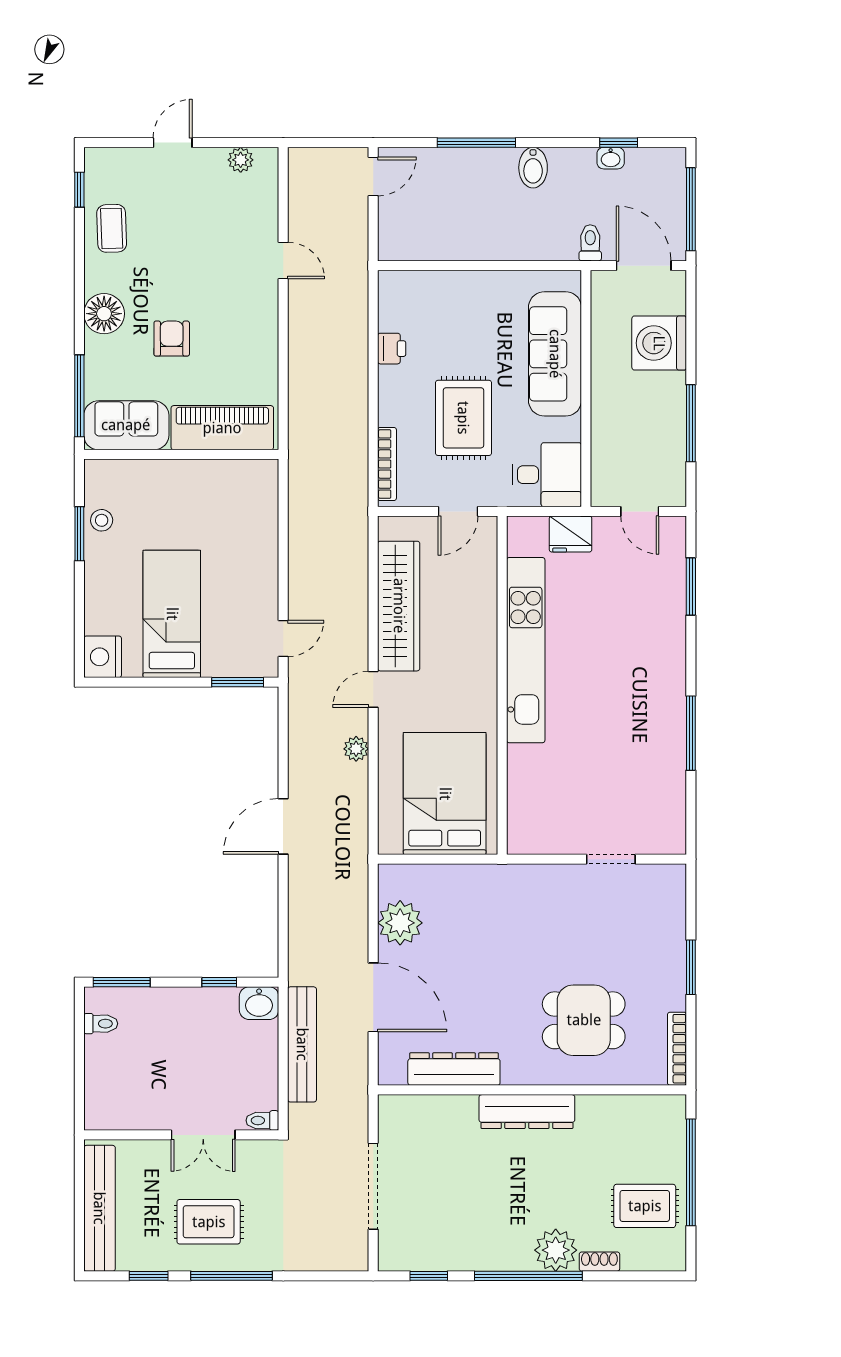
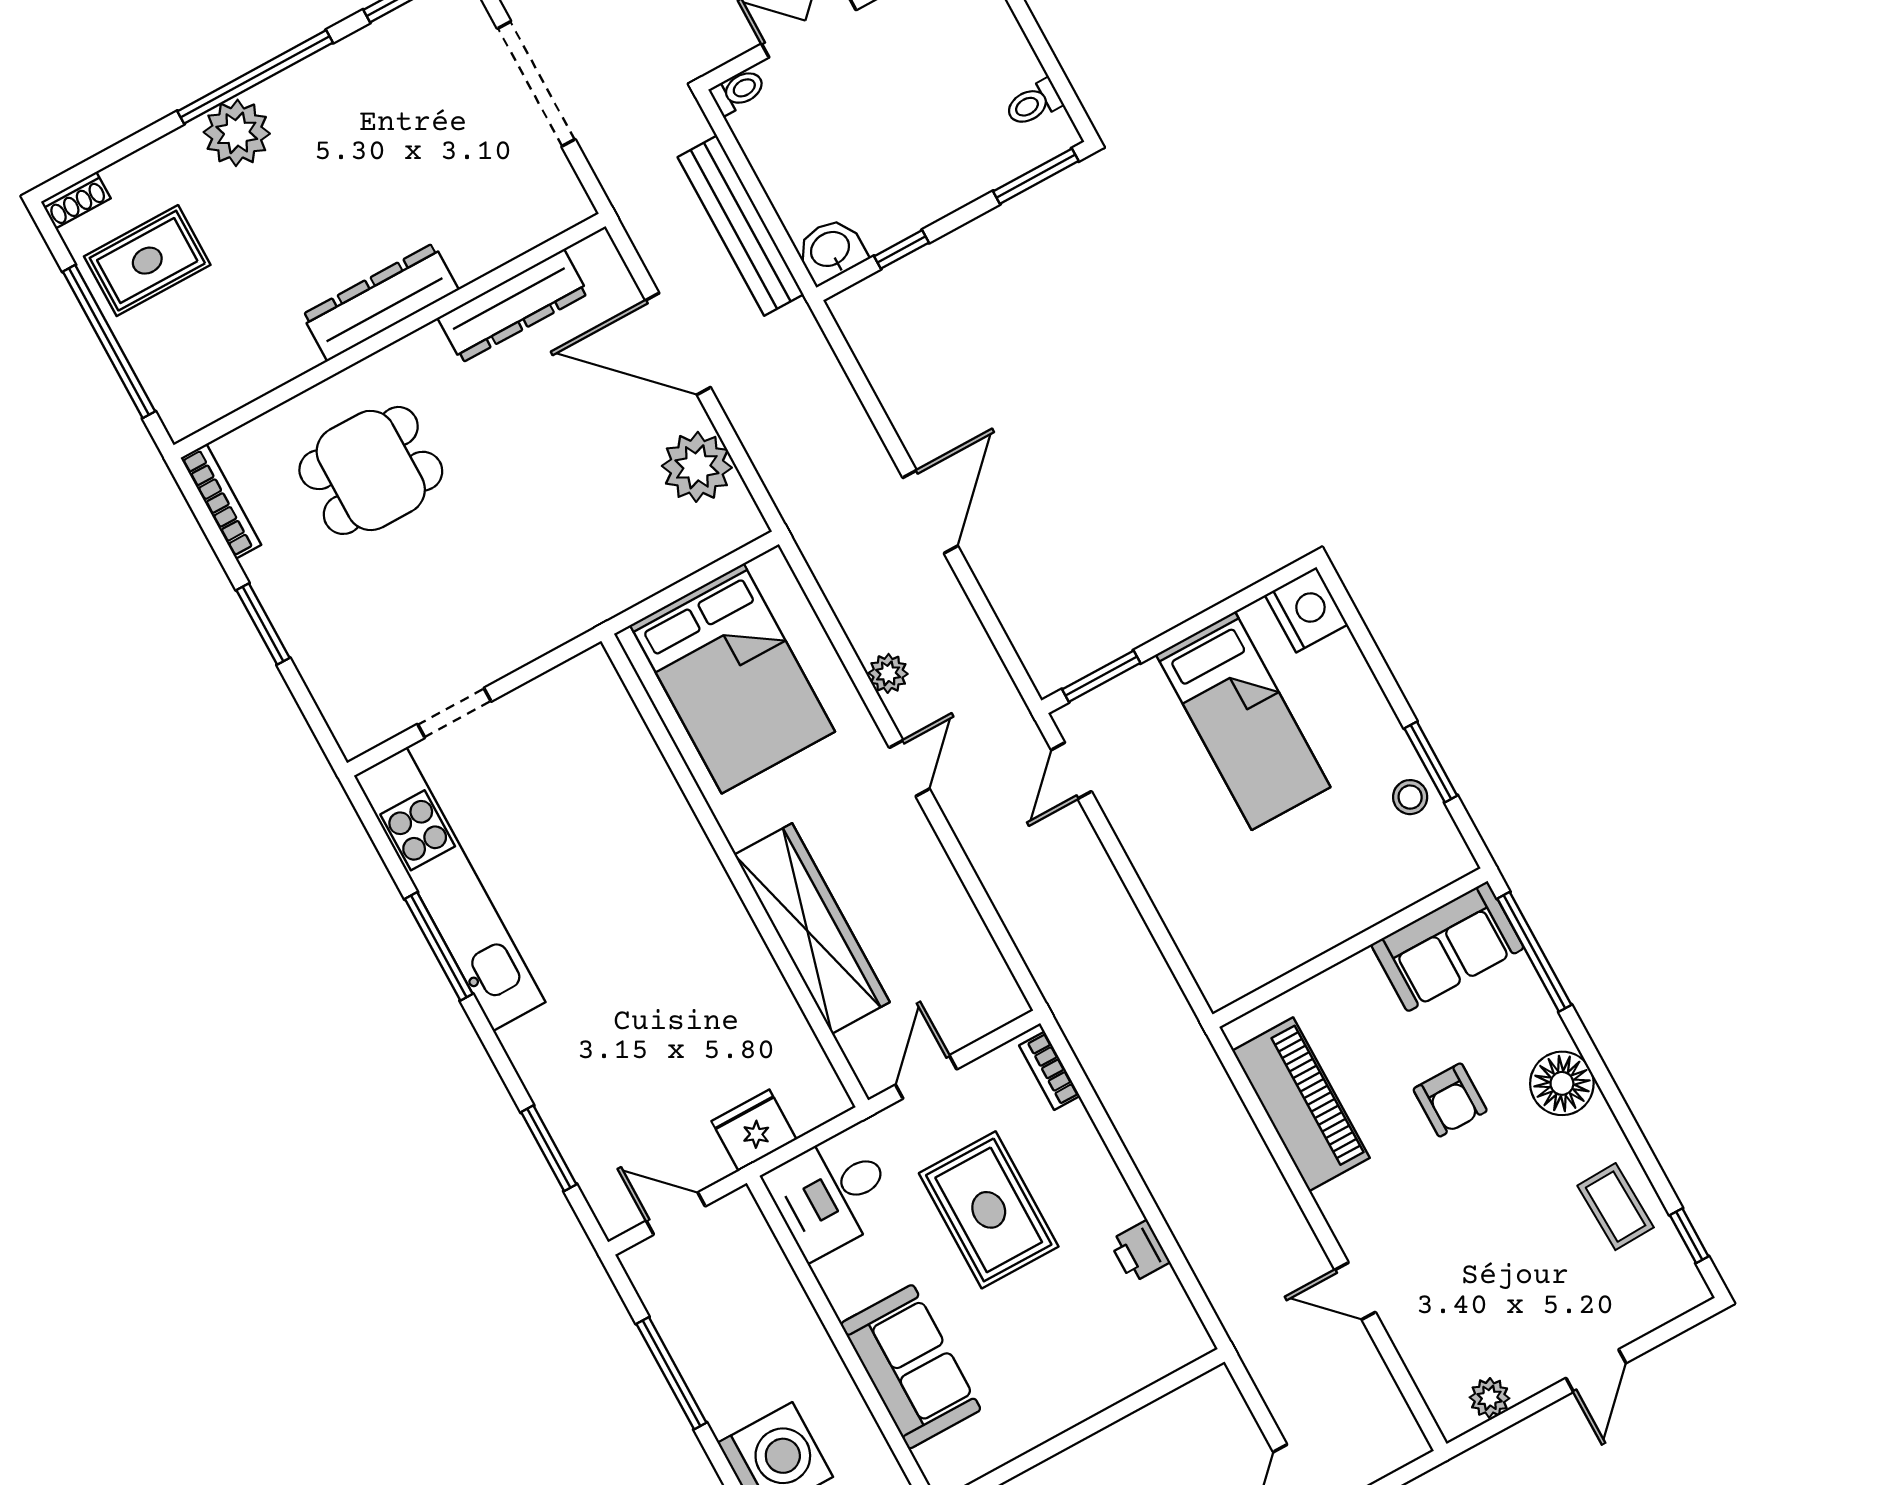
sofa: (555, 354) -> (911, 1367), width x0.73
piano: (222, 428) -> (1301, 1104), moved, turned -90
bookcase: (387, 464) -> (1049, 1071), width x0.64
wardrobe: (399, 606) -> (812, 928), moved, turned 180
kitchen unit: (526, 650) -> (450, 889), moved, turned 180
shoe rack: (599, 1262) -> (76, 200), moved

